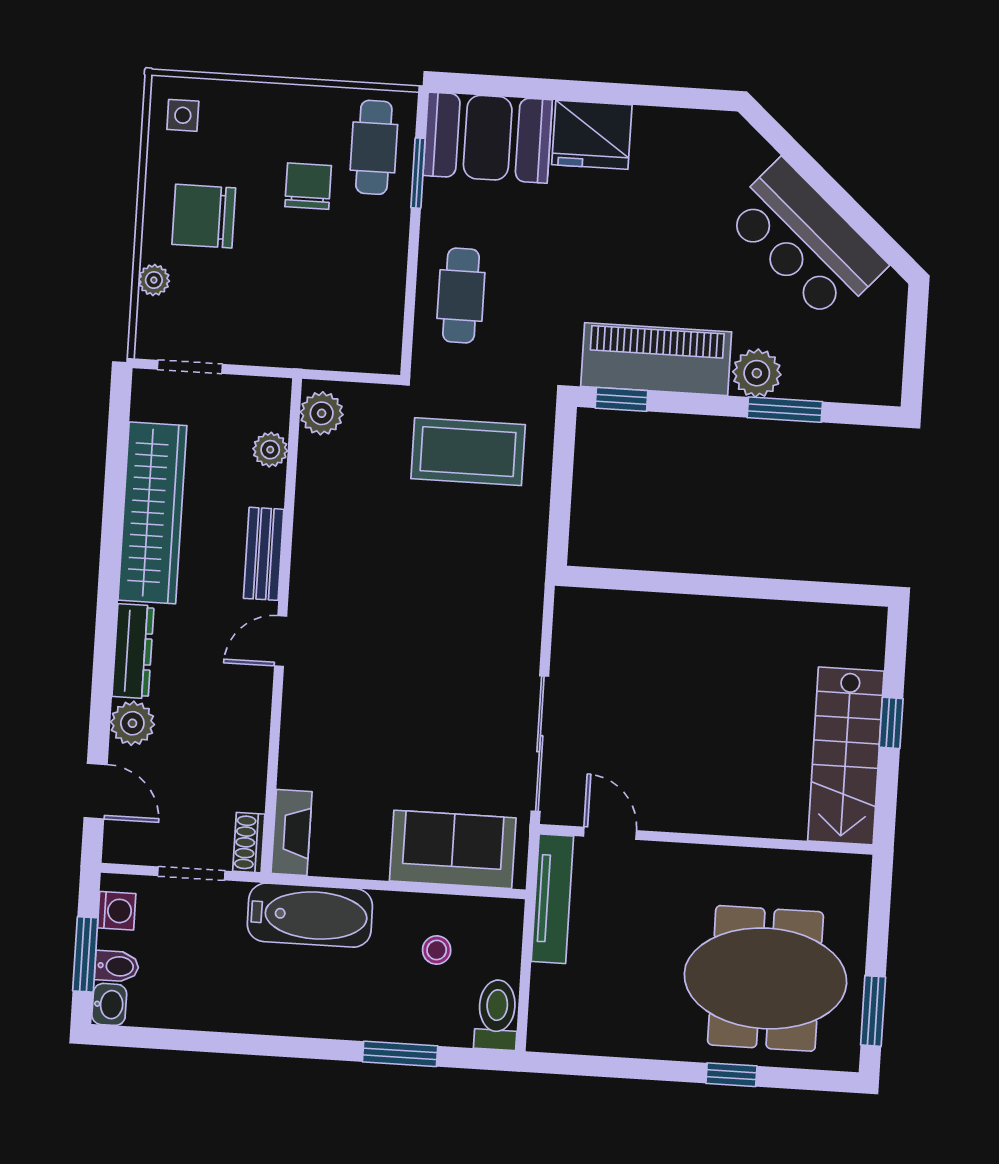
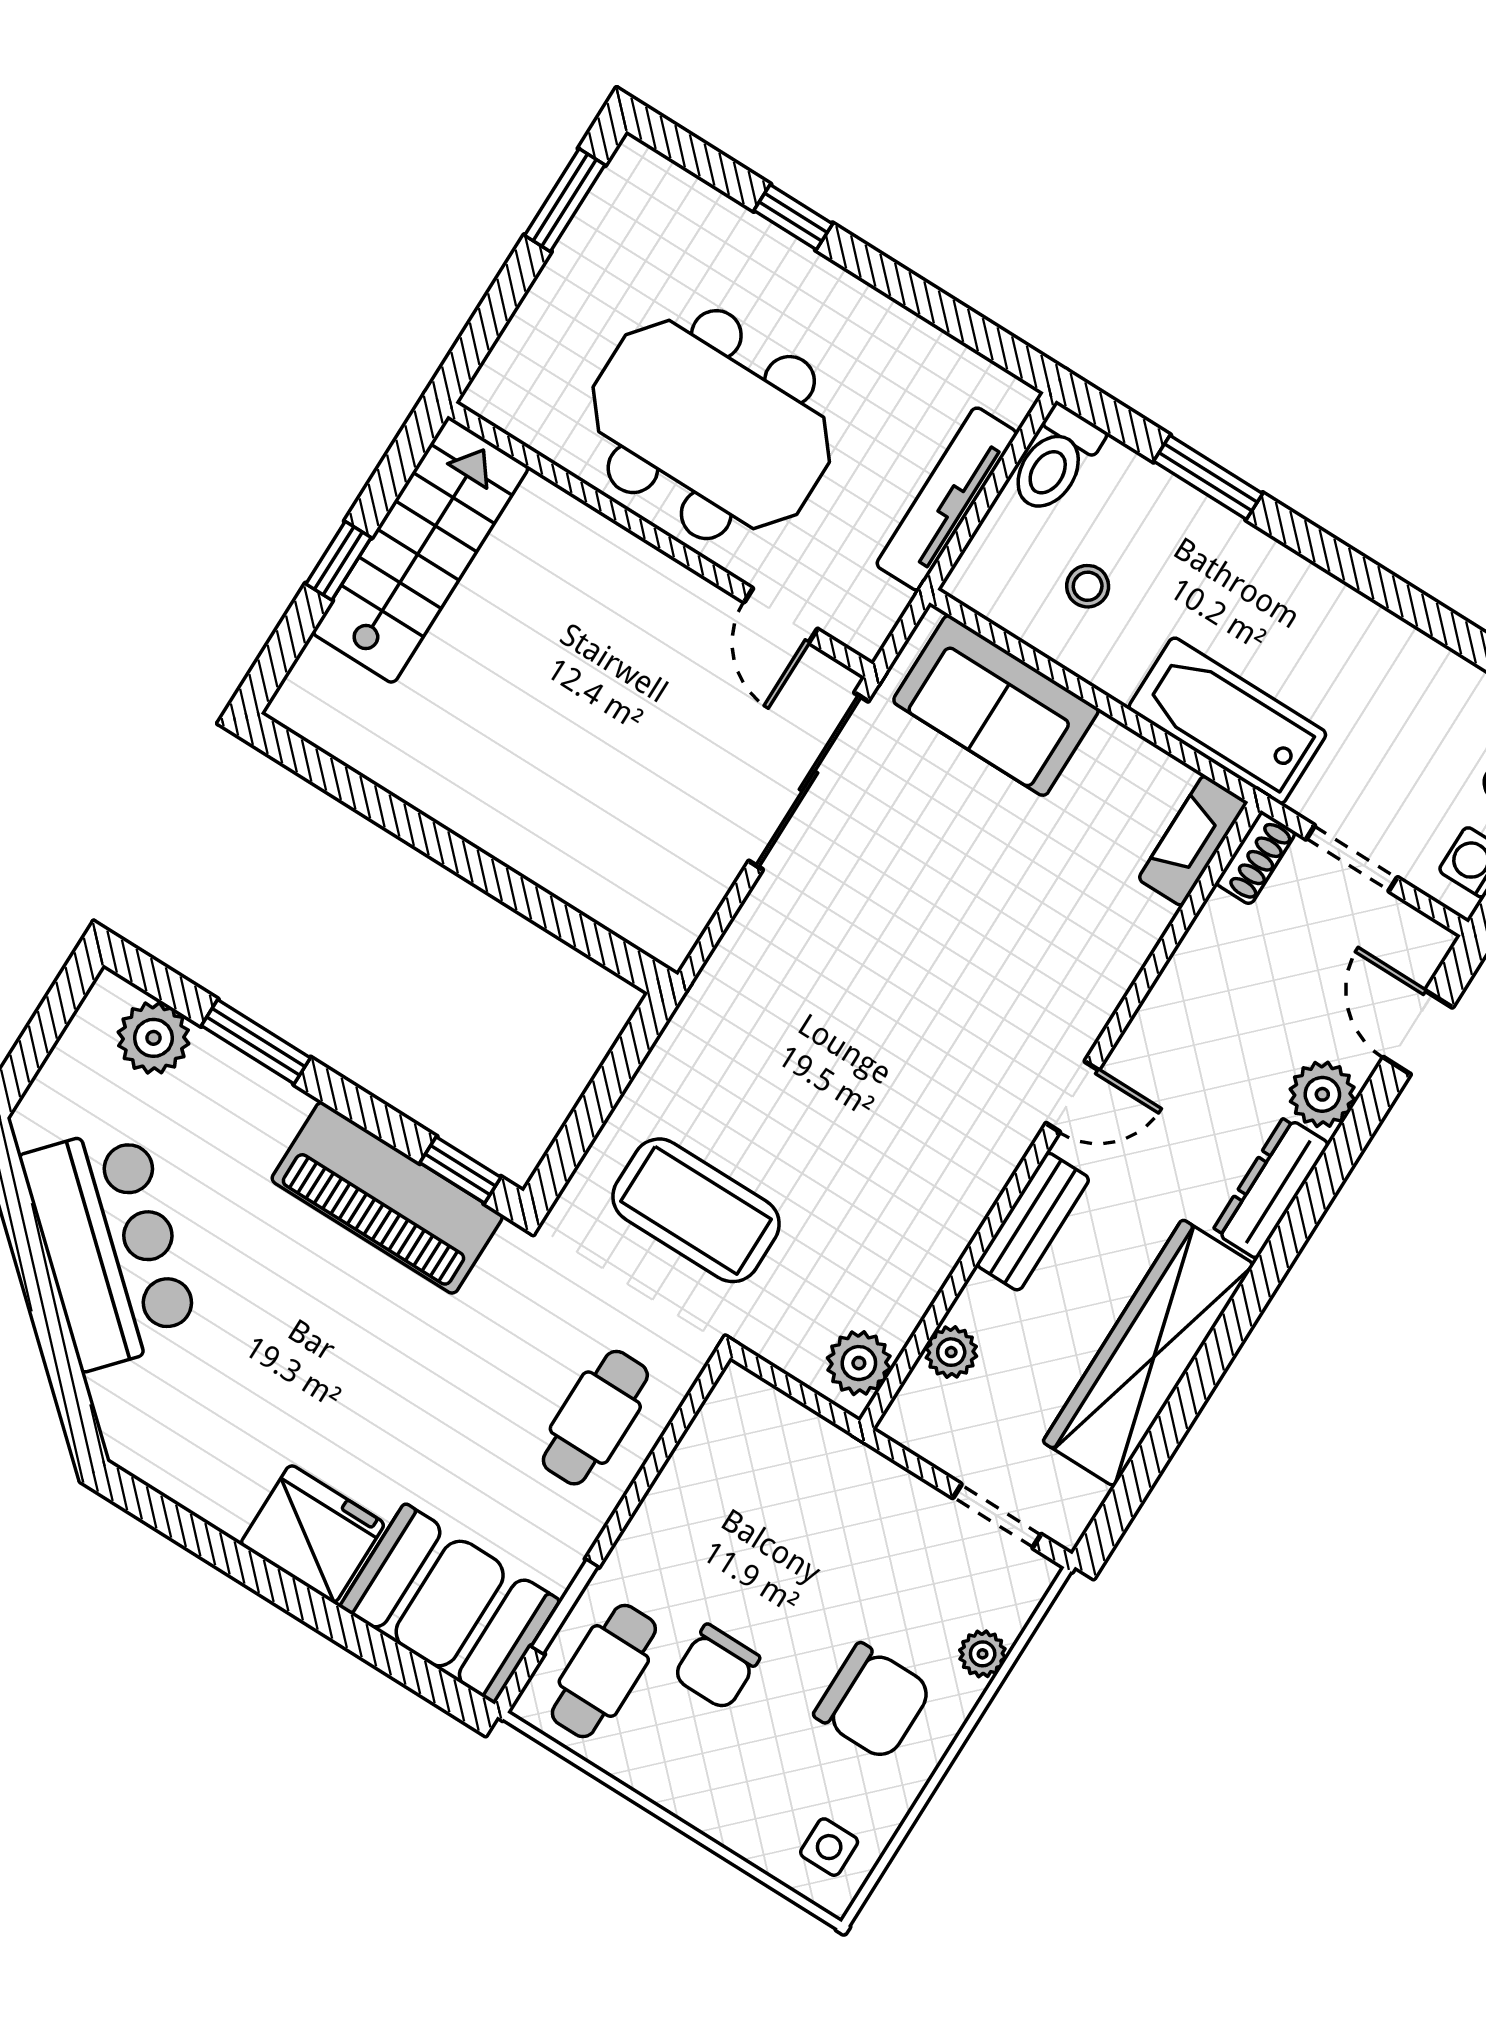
plant: (757, 373) -> (153, 1038), moved
tv unit: (552, 899) -> (947, 499), moved
meeting table: (765, 978) -> (711, 425), moved

